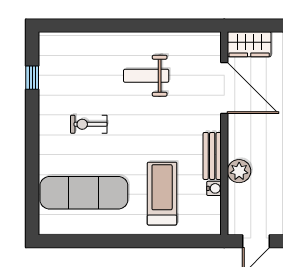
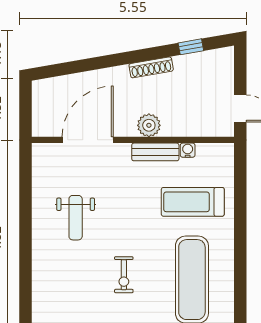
wardrobe: (249, 44) -> (44, 115), removed
plant: (239, 171) -> (149, 125), moved

